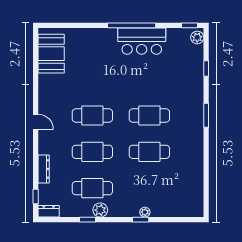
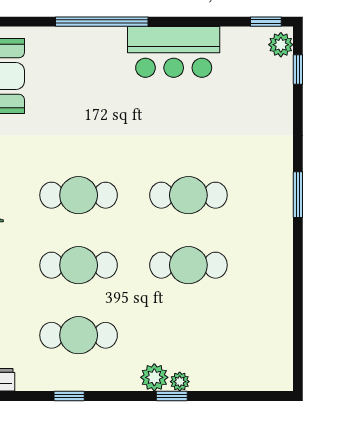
window: (132, 25) -> (102, 22), moved
window: (206, 68) -> (298, 70), moved
plant: (100, 210) -> (154, 377), moved

